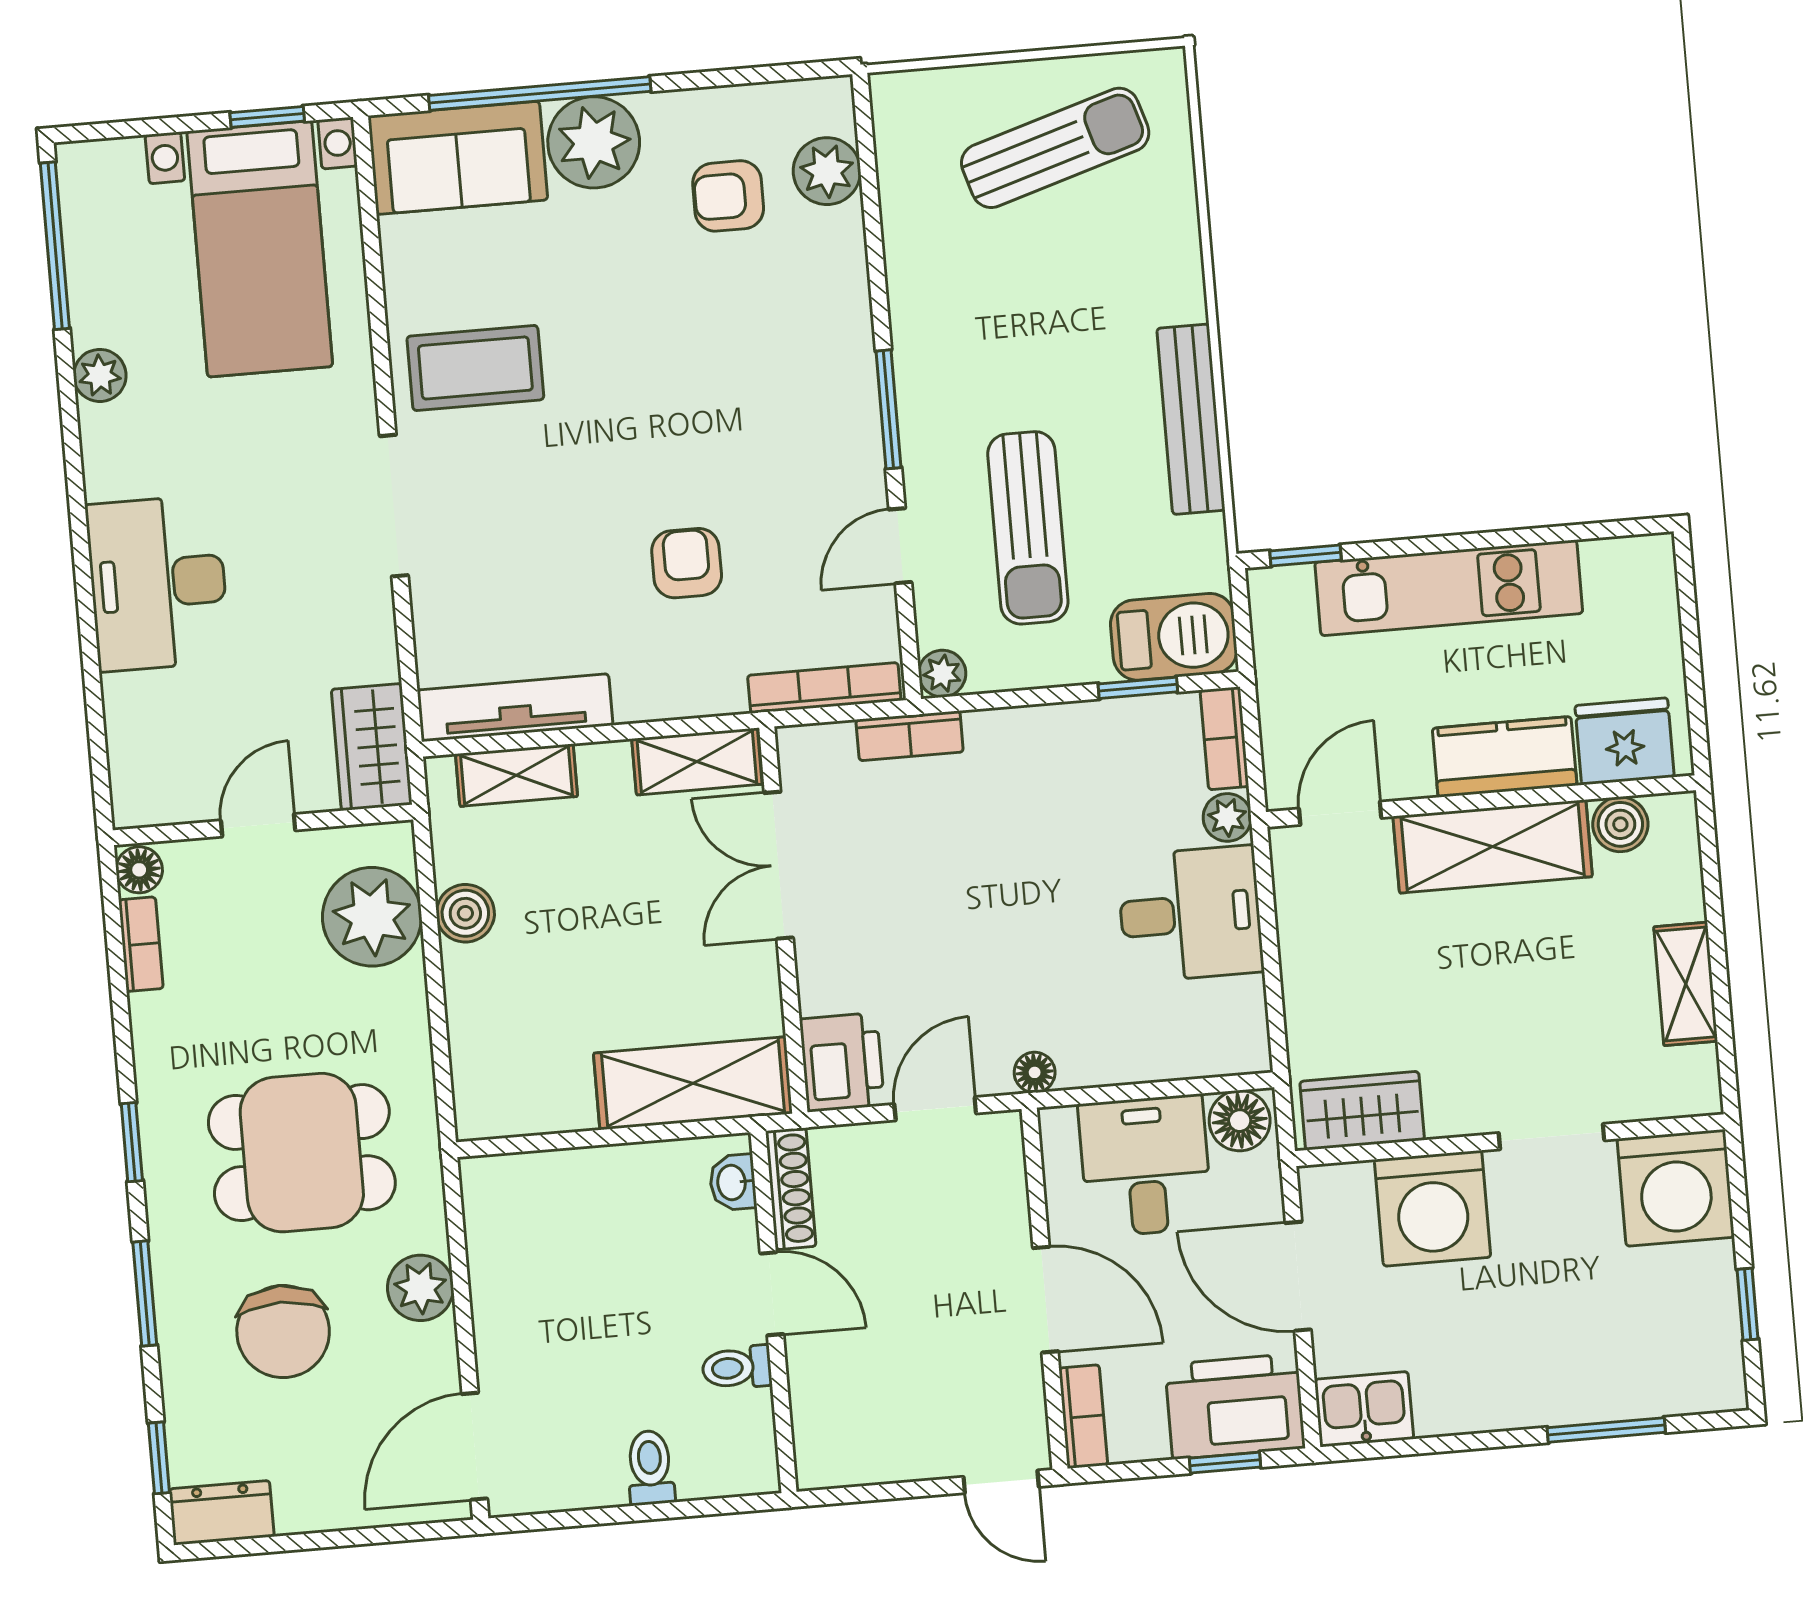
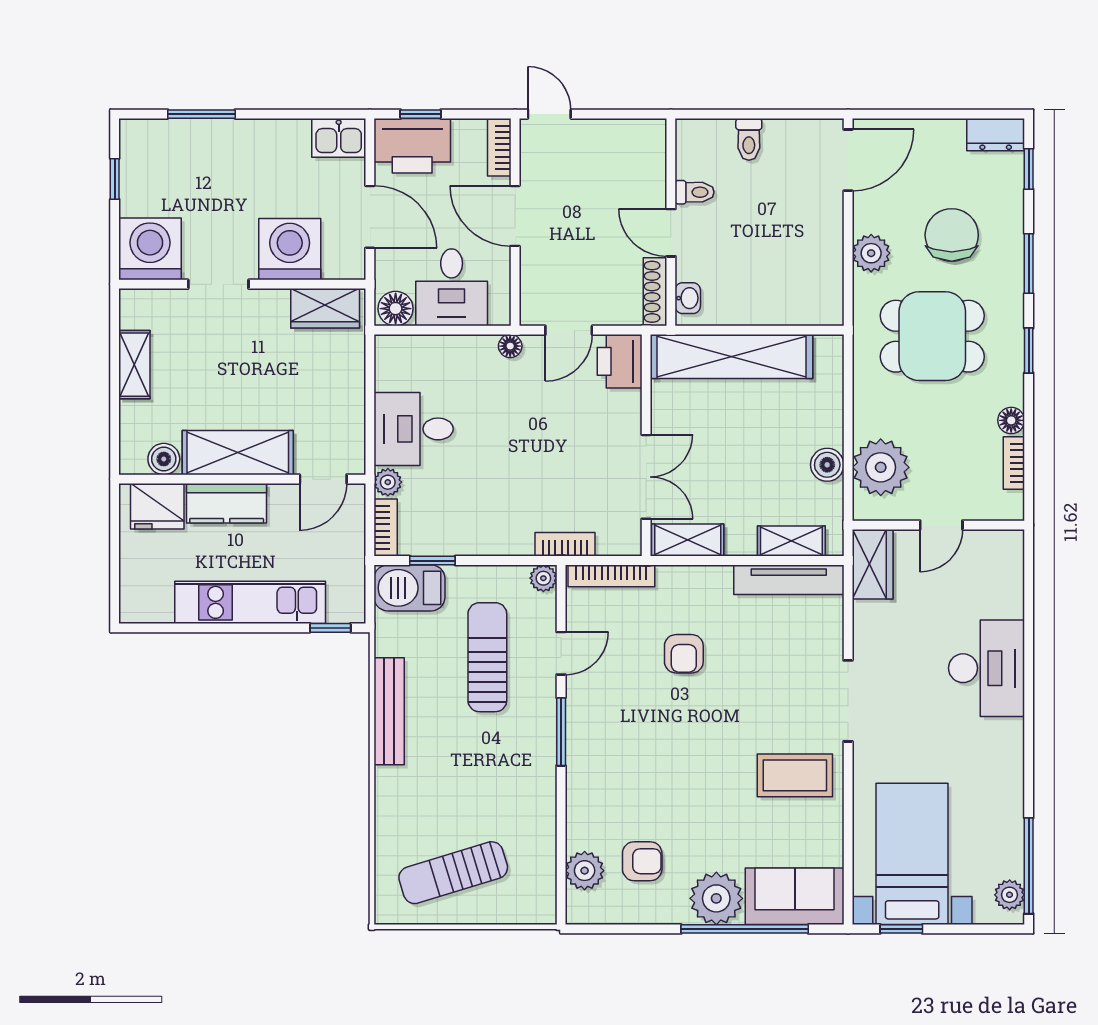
plant: (100, 375) -> (1010, 895), moved
floor lamp: (139, 870) -> (1011, 420), moved
shelving: (693, 1083) -> (731, 357), width x1.47

